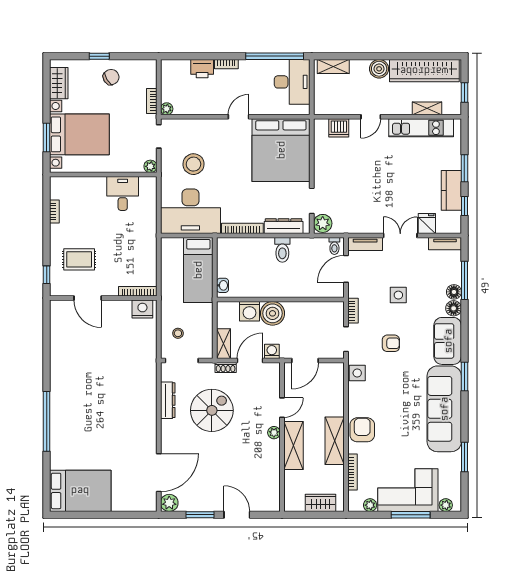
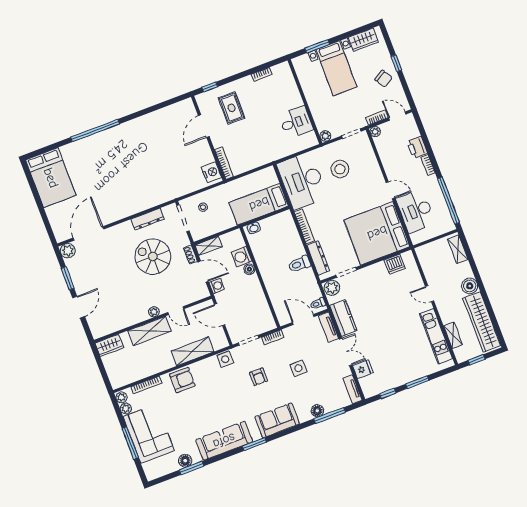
door: (159, 78) -> (397, 116), added
desk: (292, 82) -> (416, 211), moved, turned 90
dishwasher: (339, 128) -> (395, 264), moved, turned -90
bed with nightstands: (79, 134) -> (336, 68), width x0.73
kitchen counter: (451, 190) -> (343, 318), moved, turned 90
floor lamp: (454, 308) -> (185, 461), moved
boiler: (273, 313) -> (249, 269), width x0.54, depth x0.54
sofa: (444, 409) -> (224, 441), width x0.74, depth x0.79
spiral stairs: (212, 410) -> (153, 257), turned 180
shelving: (335, 441) -> (193, 351), moved
door: (159, 473) -> (88, 233), swing flipped
wardrobe: (321, 503) -> (109, 345), moved, turned 90
plant: (446, 505) -> (121, 397), moved

